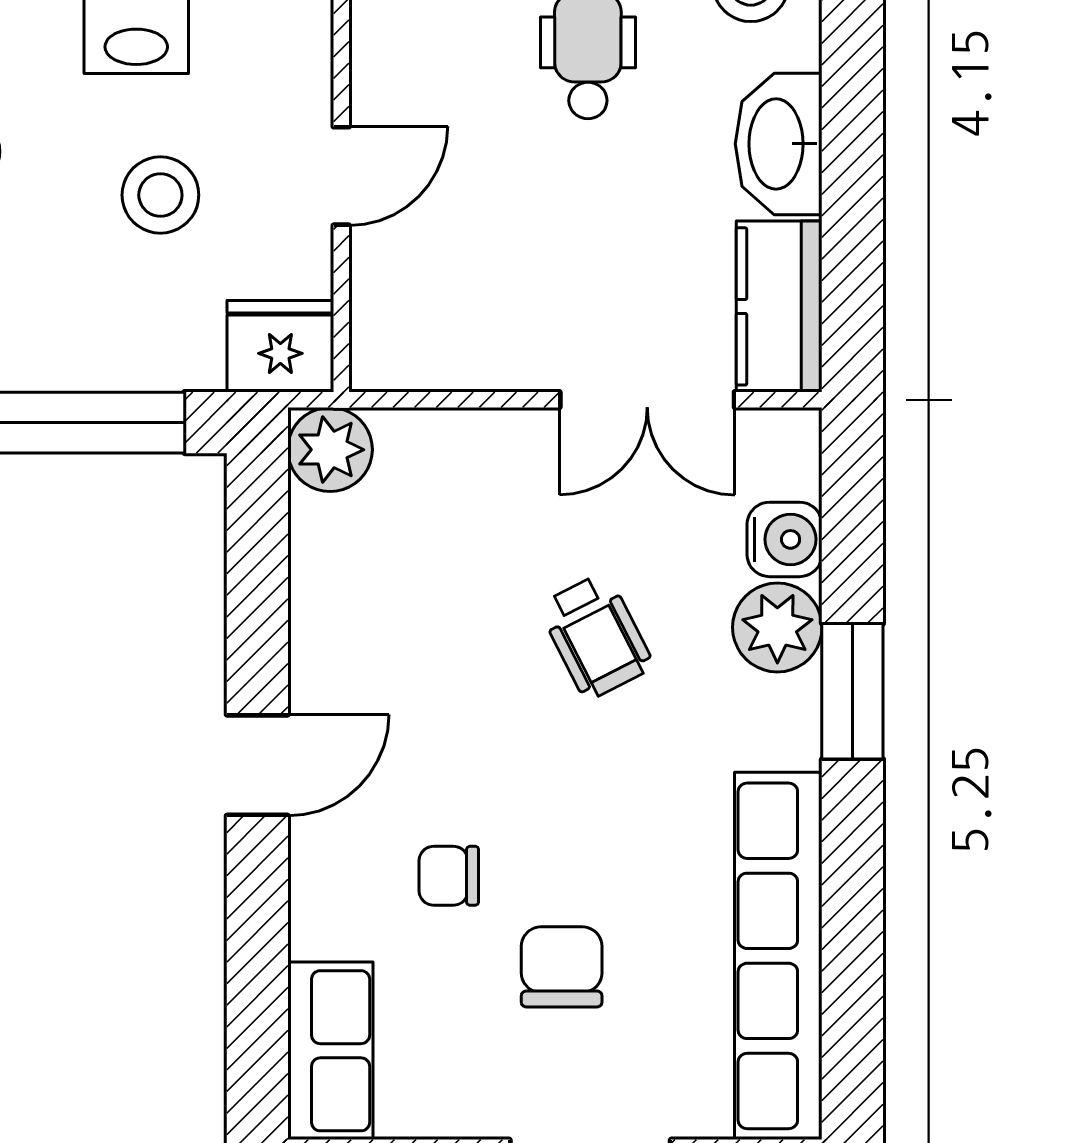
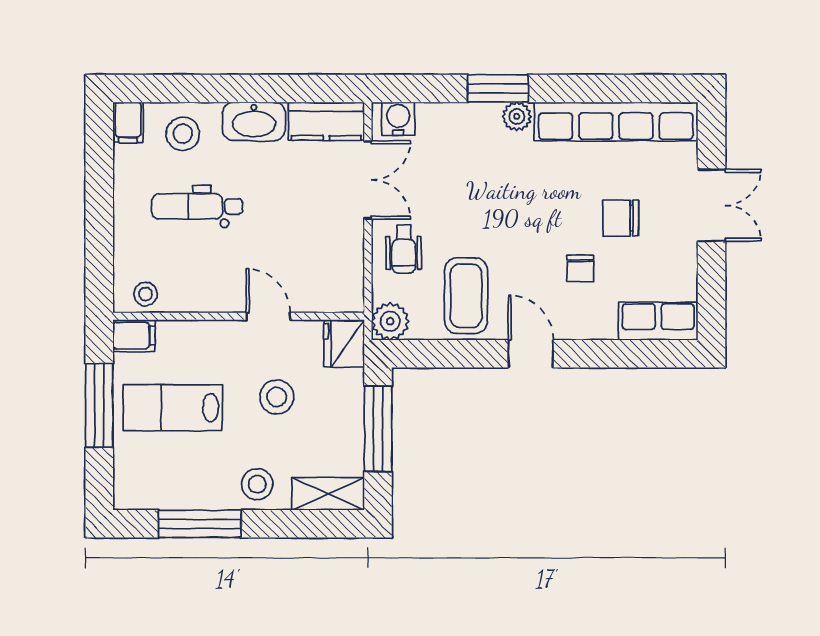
water cooler: (785, 539) -> (398, 119), moved
coffee table: (387, 620) -> (466, 296), added
plant: (777, 627) -> (517, 116), moved, width x0.73, depth x0.73
wheelchair: (596, 636) -> (404, 249), moved, turned 117

